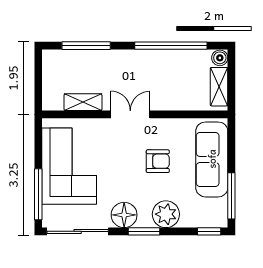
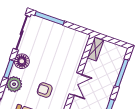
shelving: (83, 102) -> (95, 49), moved
armchair: (158, 161) -> (45, 90), turned 90
corner sofa: (69, 166) -> (59, 41), removed

